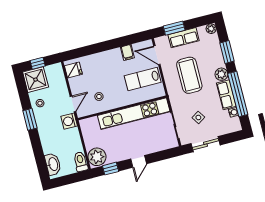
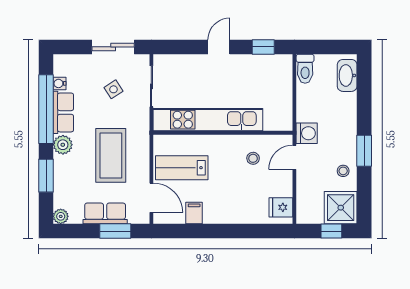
lab bench: (143, 79) -> (182, 168), turned 180
plant: (97, 157) -> (279, 70), removed

